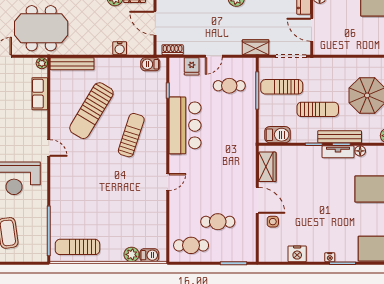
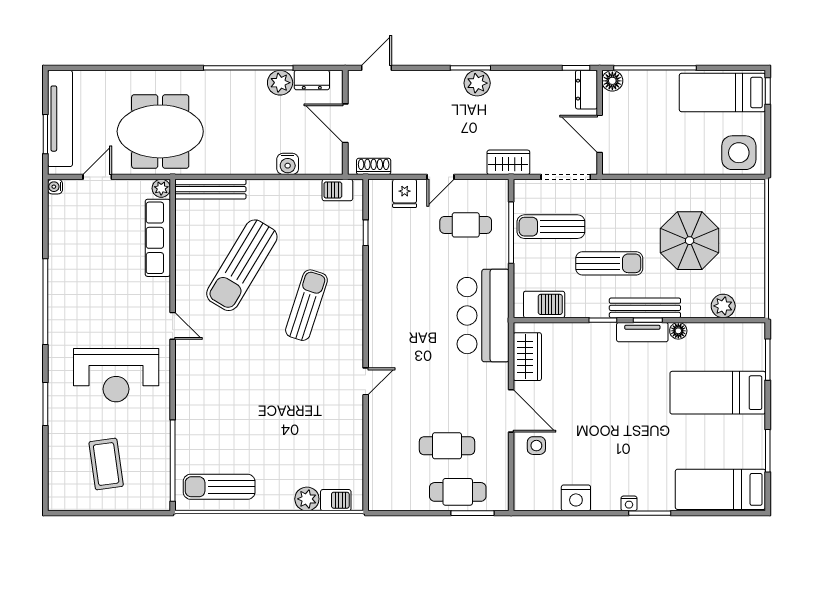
row of seats: (40, 94) -> (158, 238), width x1.48
bar counter: (185, 125) -> (483, 316), moved, turned 180
cafe table: (191, 245) -> (458, 492), moved

